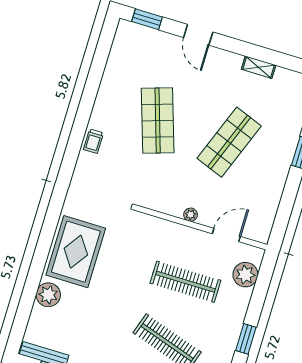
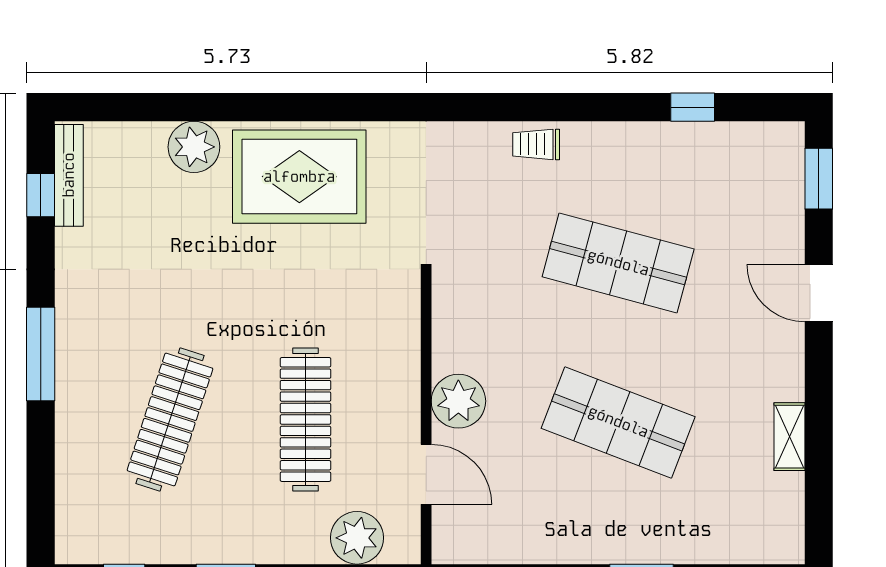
door: (198, 35) -> (819, 293), hinge flipped
window: (98, 66) -> (693, 107), added
shop shelf: (158, 121) -> (618, 263), turned 33
plant: (191, 215) -> (458, 401), width x1.88, depth x1.88

